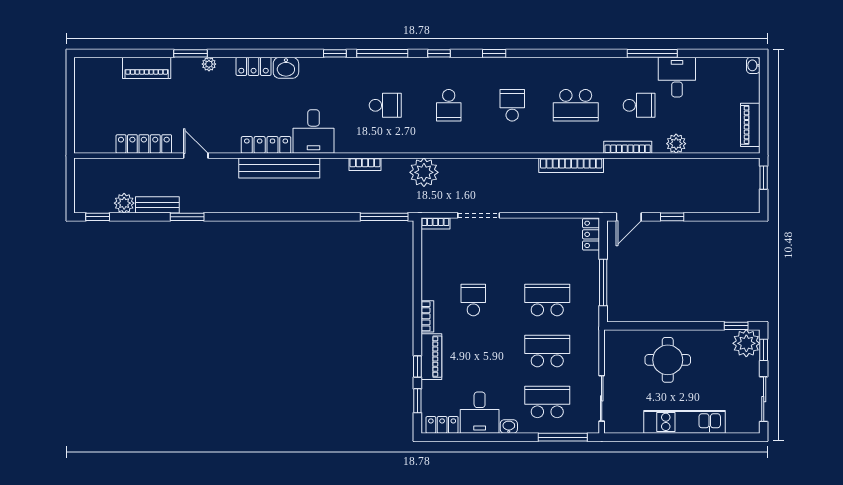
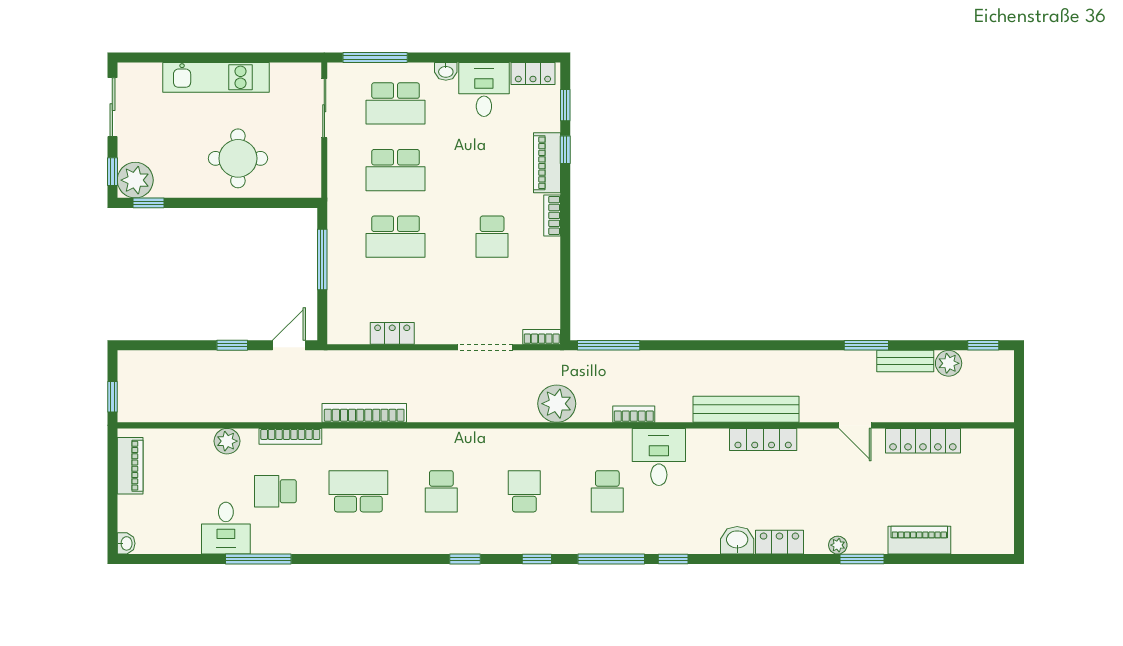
school desk: (385, 105) -> (607, 491), turned -90
desk: (314, 132) -> (659, 457), moved
locker: (591, 234) -> (392, 333), moved, turned -90

